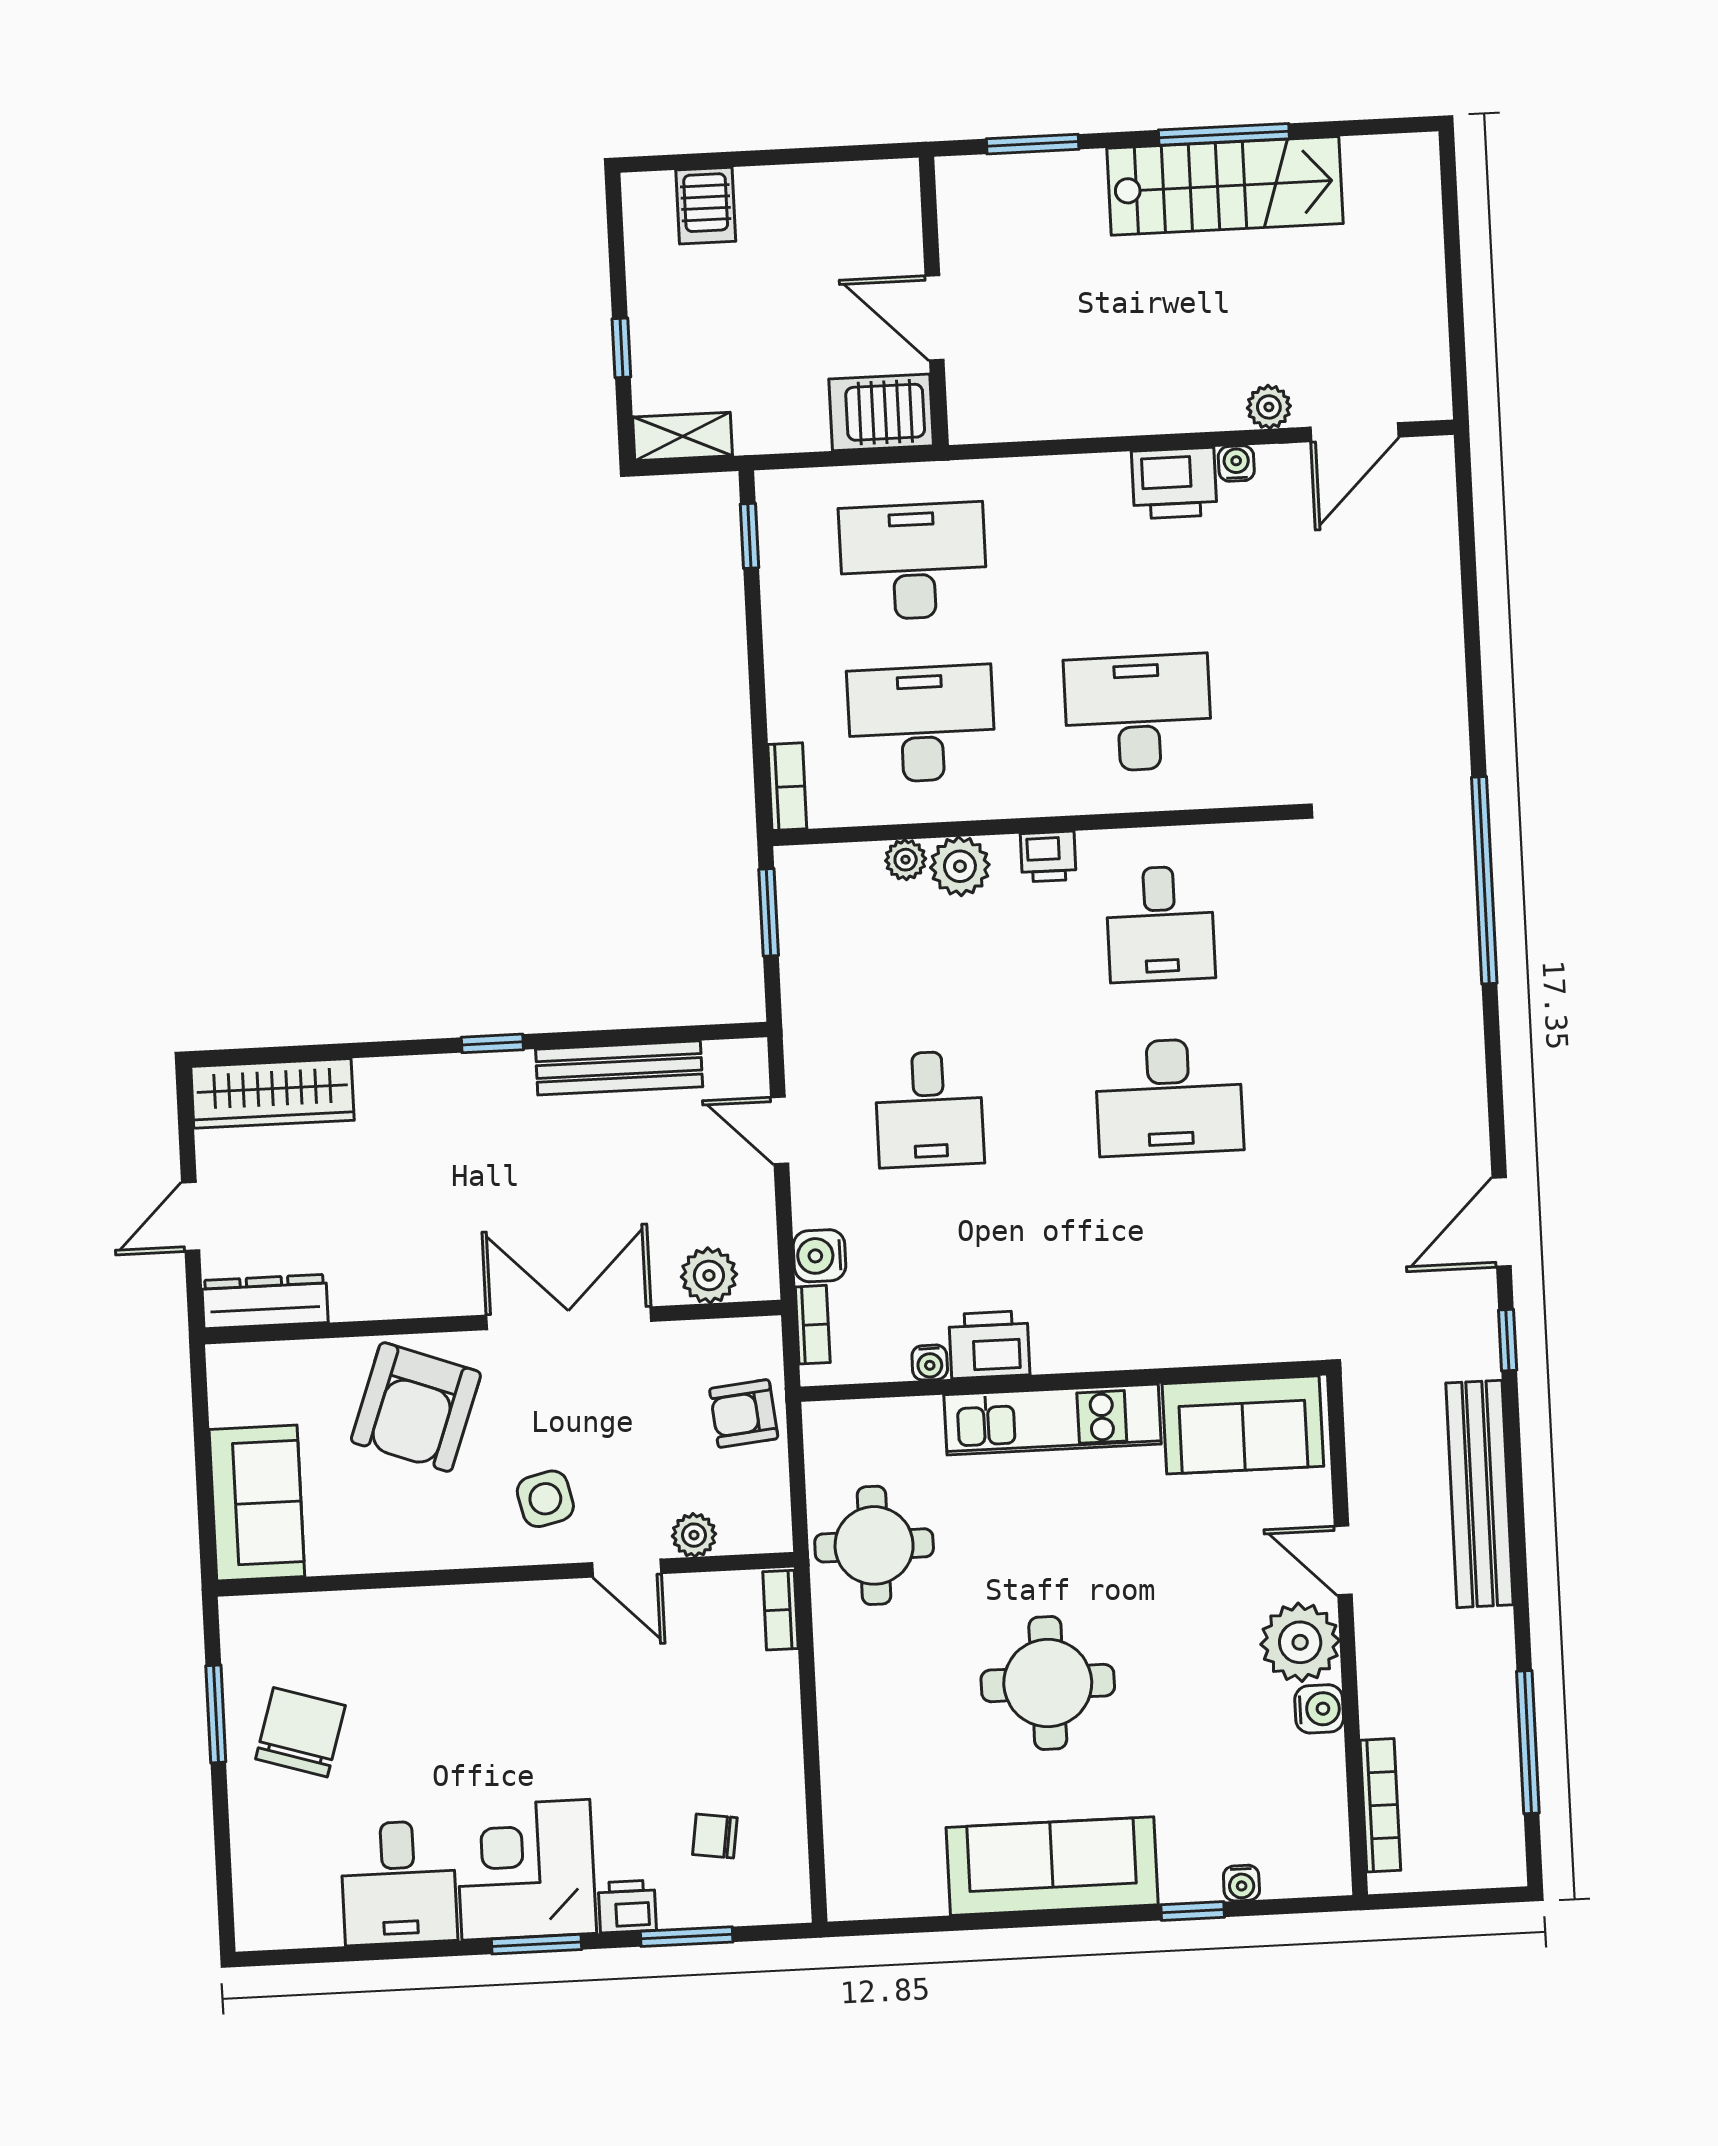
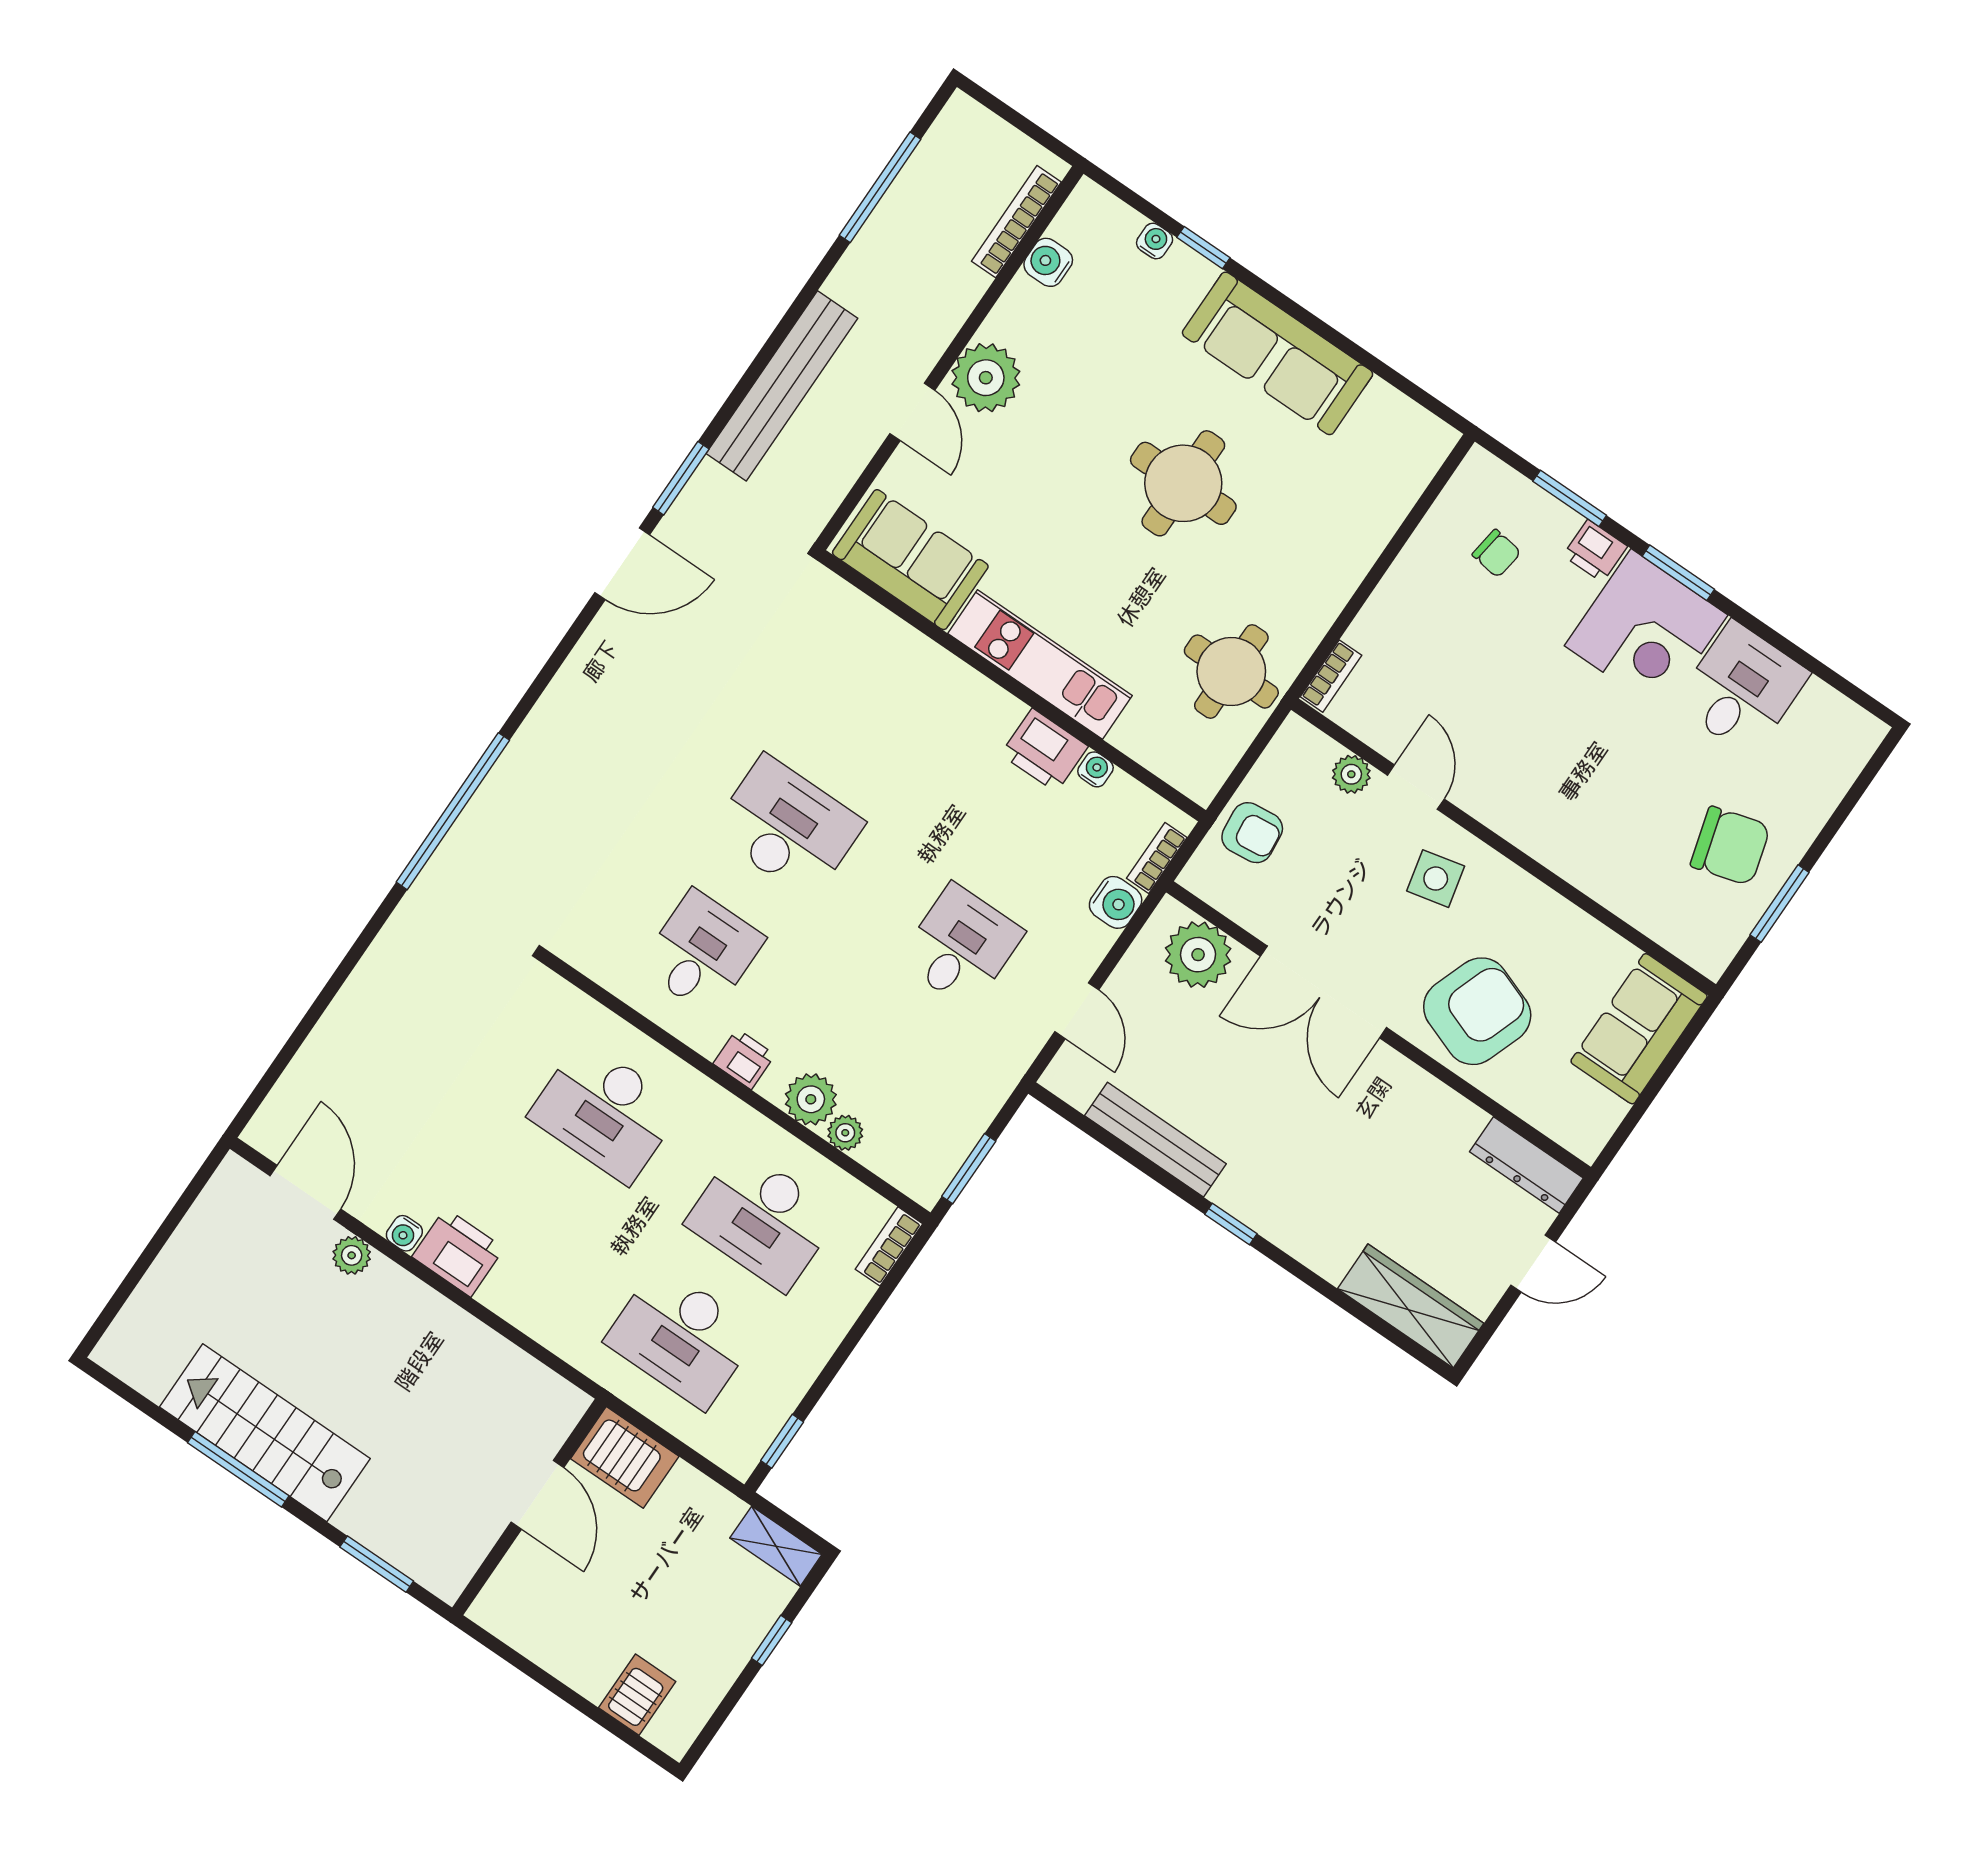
door: (1354, 432) -> (305, 1192), hinge flipped
plant: (709, 1275) -> (1198, 955), width x1.36, depth x1.36
window: (1508, 1340) -> (681, 478), width x1.50
water cooler: (1319, 1709) -> (1048, 262), moved
chair: (300, 1732) -> (1730, 846), turned -123

